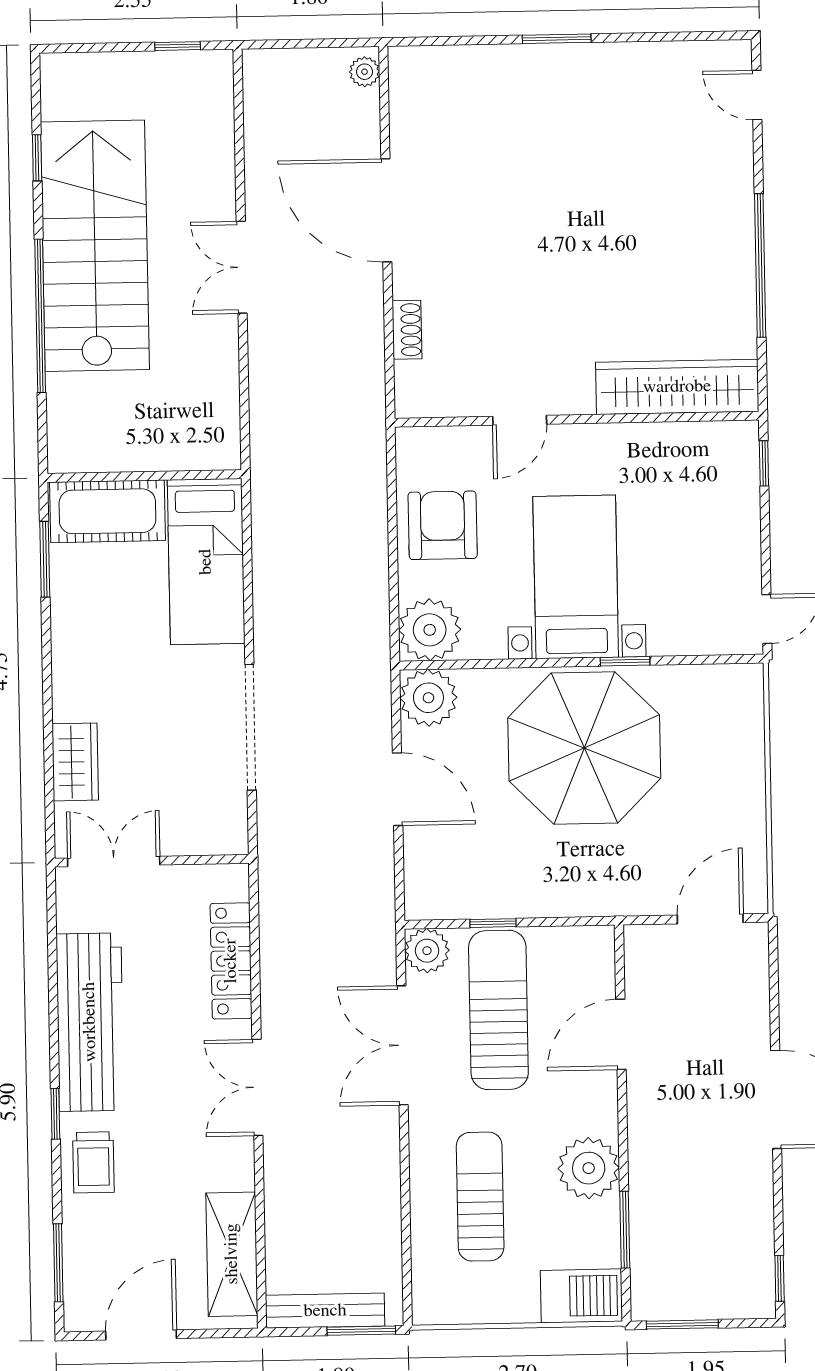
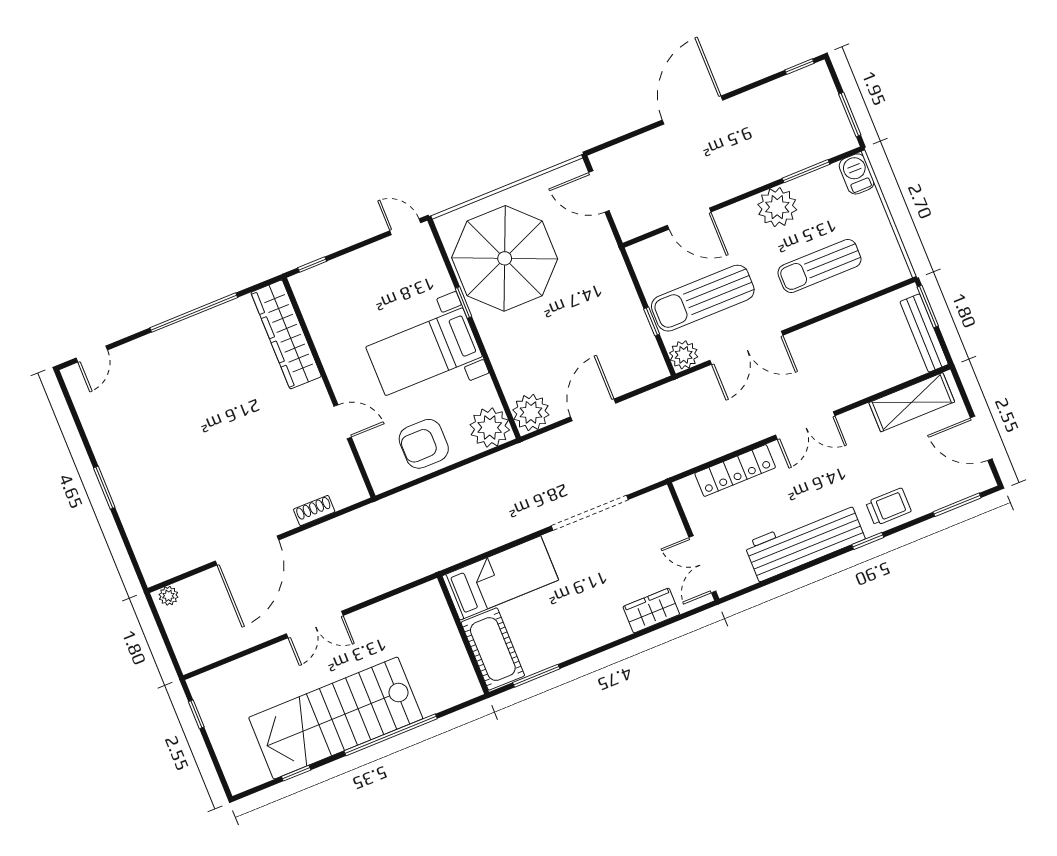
parasol: (584, 748) -> (505, 258), moved
barbecue: (581, 1296) -> (857, 174), width x0.73, depth x0.79

